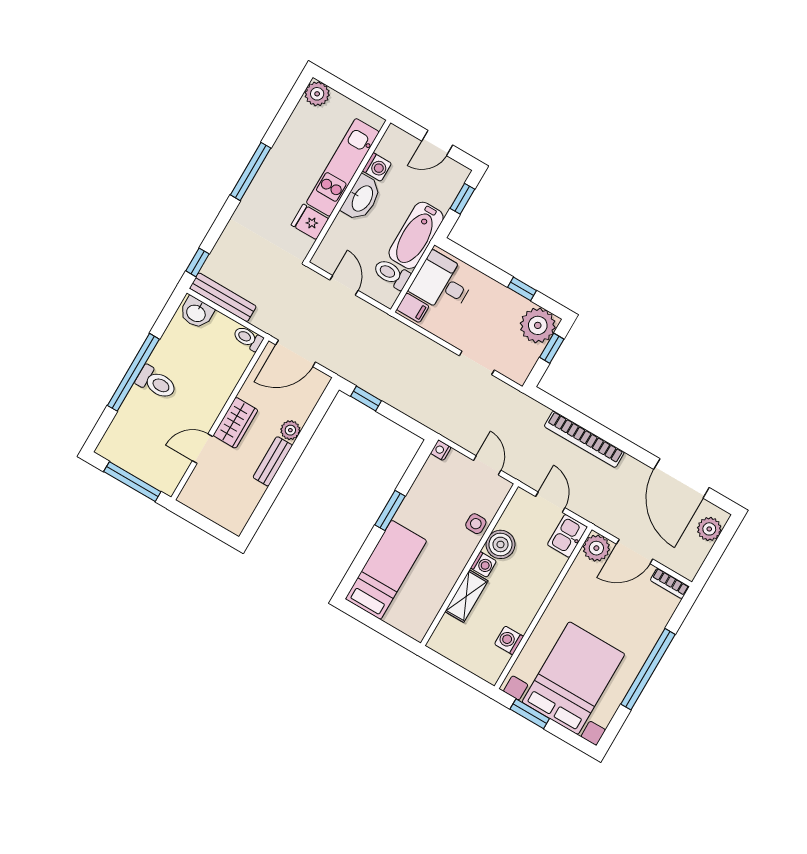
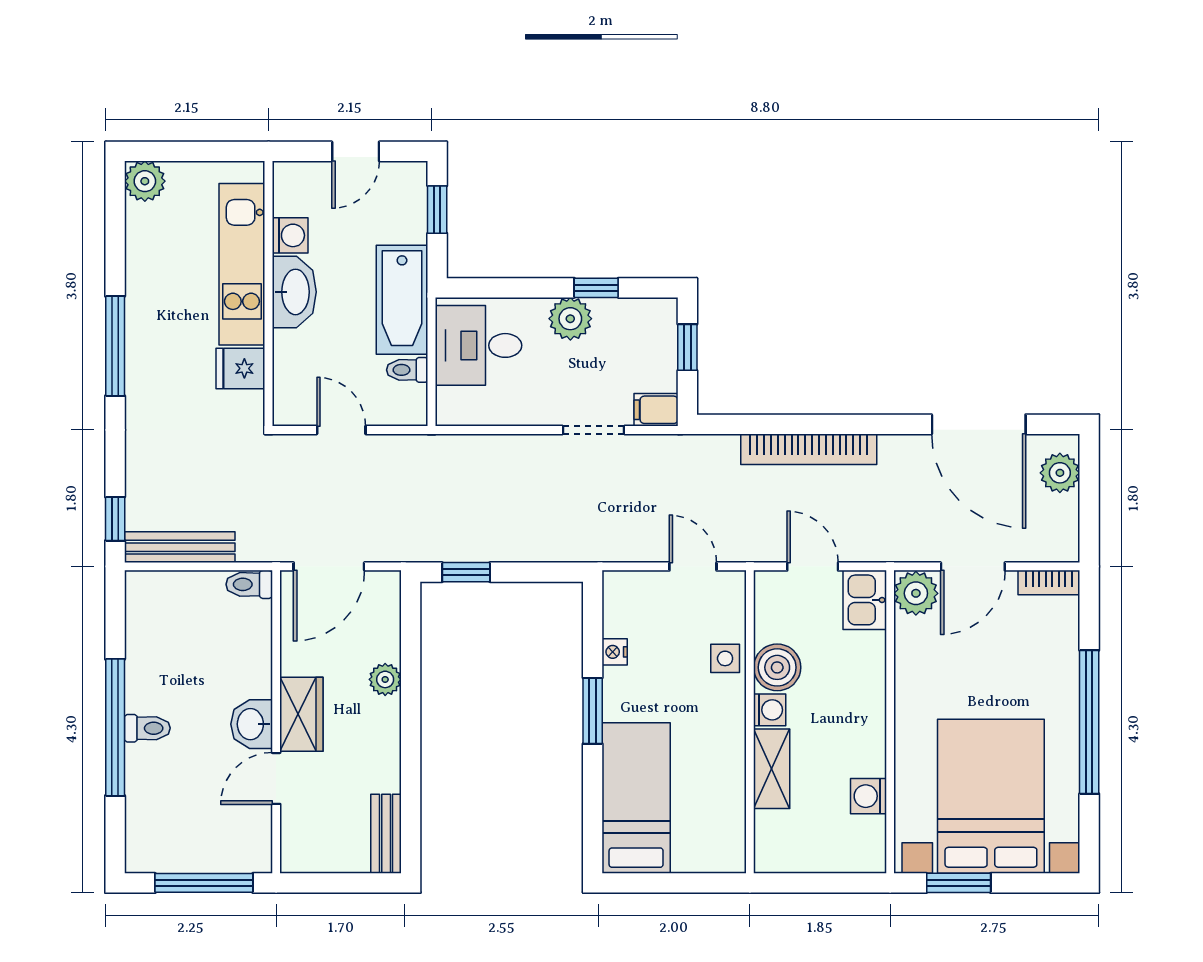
toilet: (392, 274) -> (407, 370), width x0.73, depth x0.72
filing cabinet: (413, 308) -> (656, 410), moved, turned 180
washbasin: (196, 313) -> (252, 724), moved, turned 90
plant: (538, 325) -> (570, 319), moved, width x0.73, depth x0.73
toilet: (156, 383) -> (147, 728), width x0.73, depth x0.72
nightstand: (441, 450) -> (615, 652), moved
bench: (273, 461) -> (386, 834), moved

